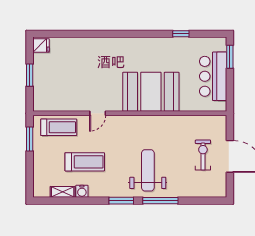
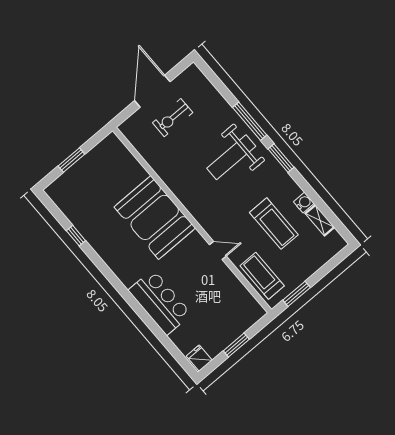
window: (230, 57) -> (71, 160), moved
bar counter: (213, 76) -> (160, 302), moved, turned -90
treadmill: (85, 162) -> (274, 224), turned 180

